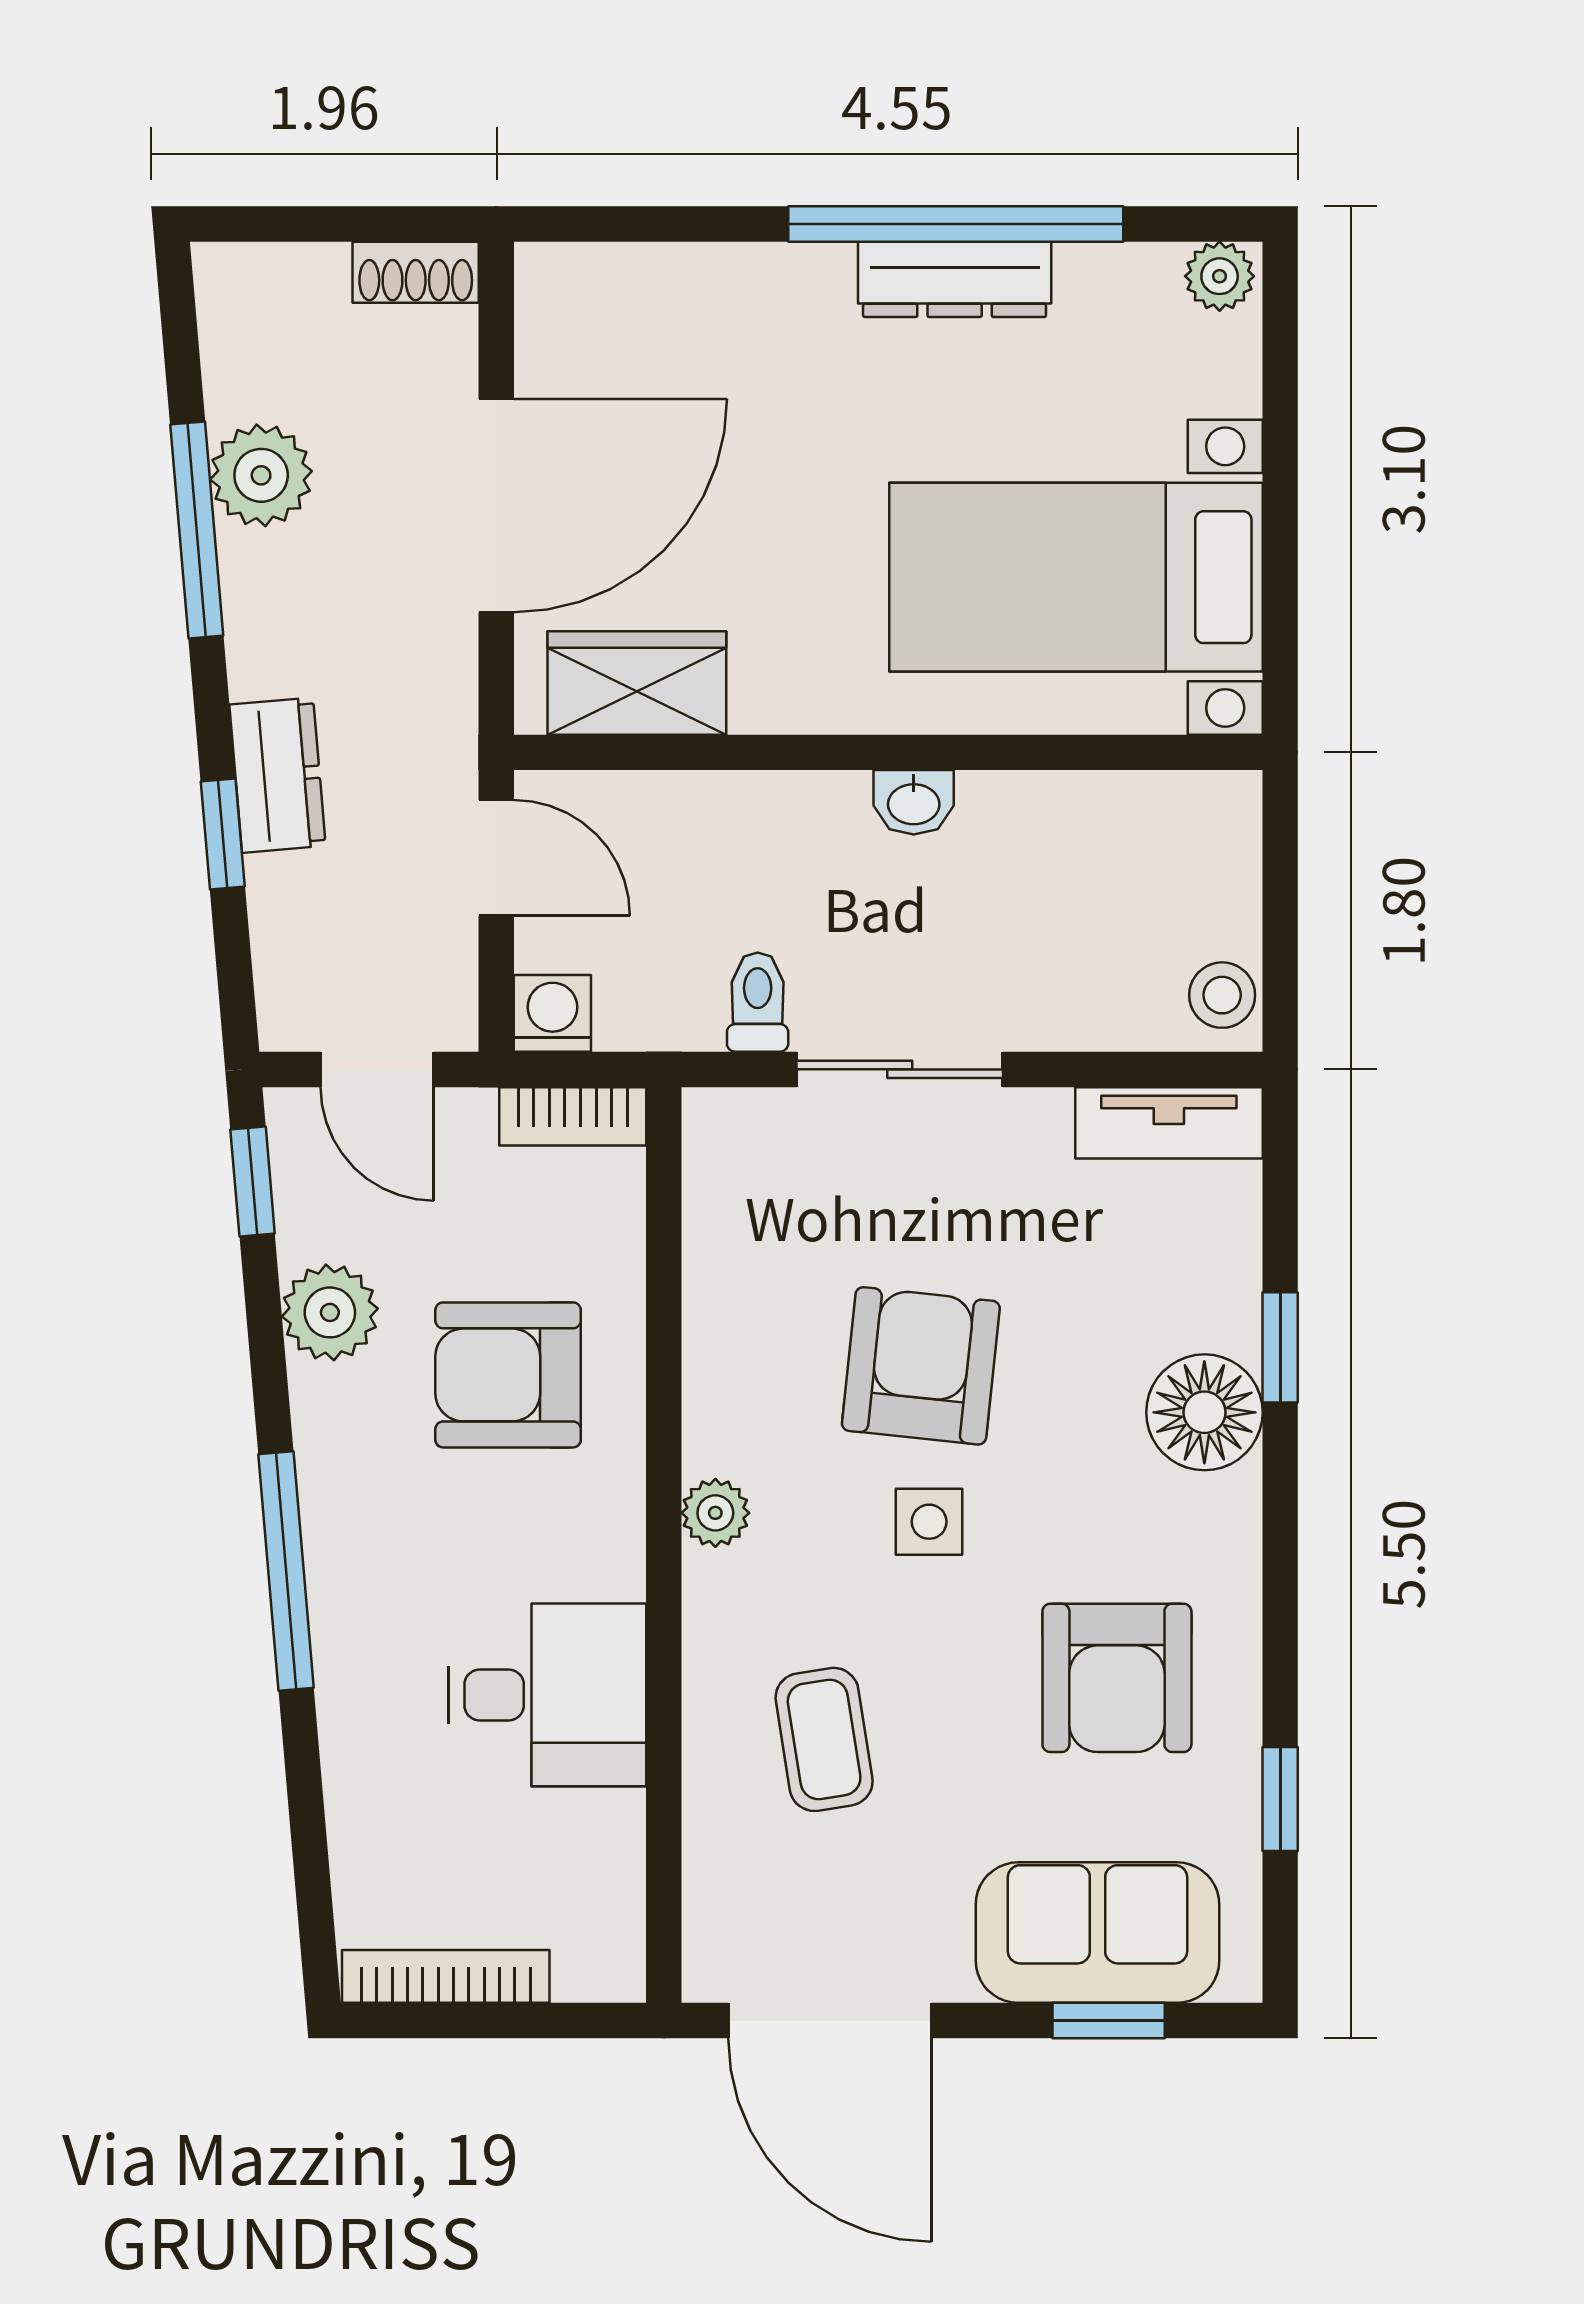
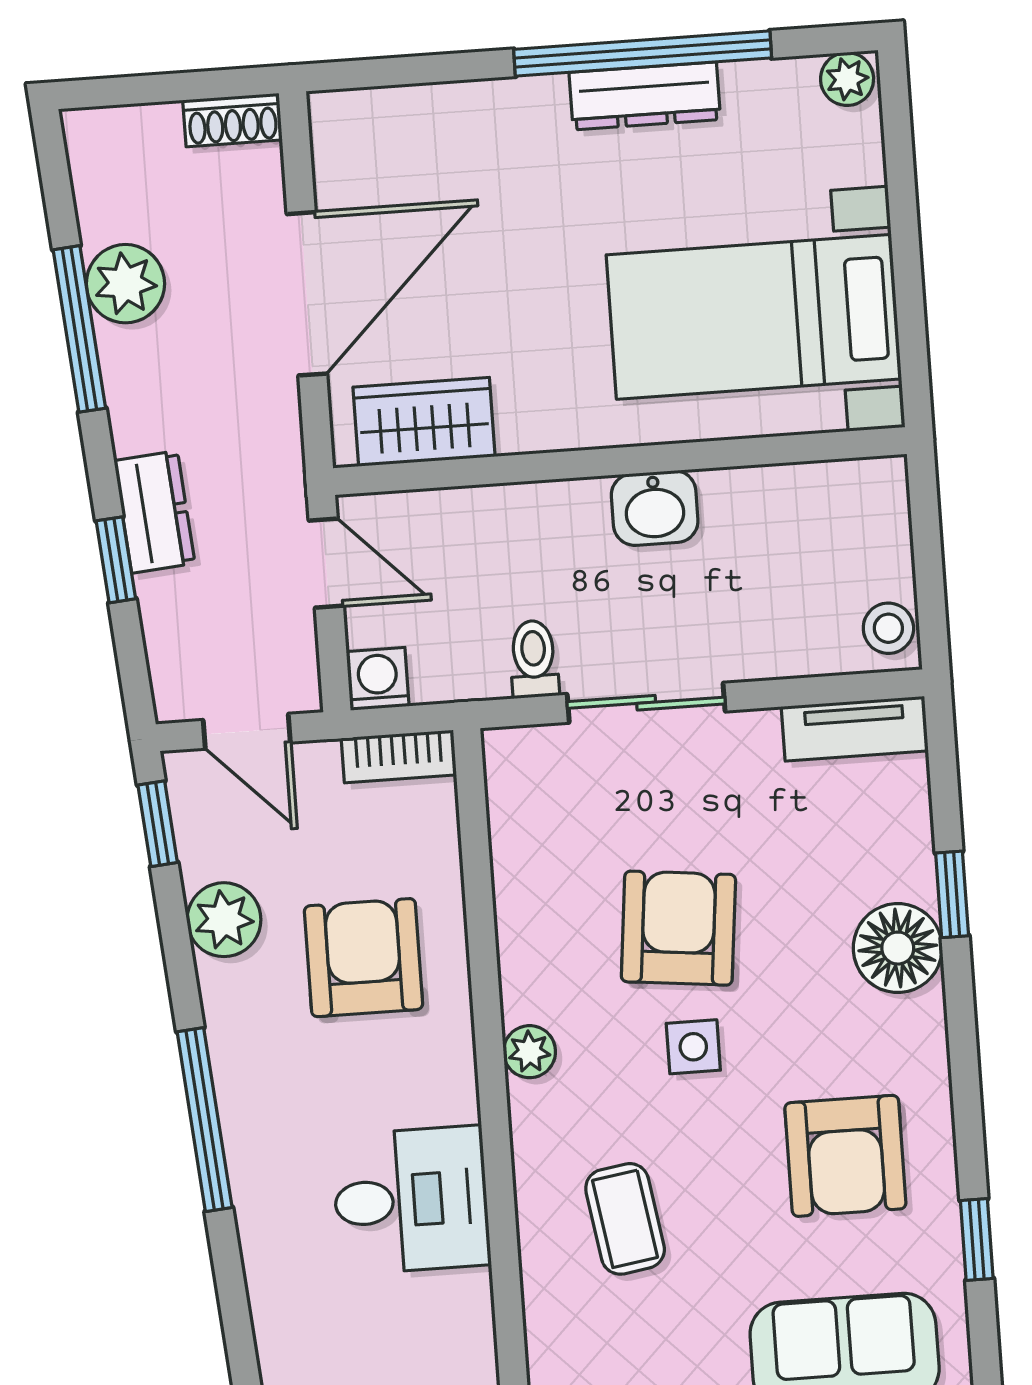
washbasin: (914, 802) -> (655, 508), width x1.38, depth x1.45
armchair: (508, 1375) -> (364, 958), turned 90

